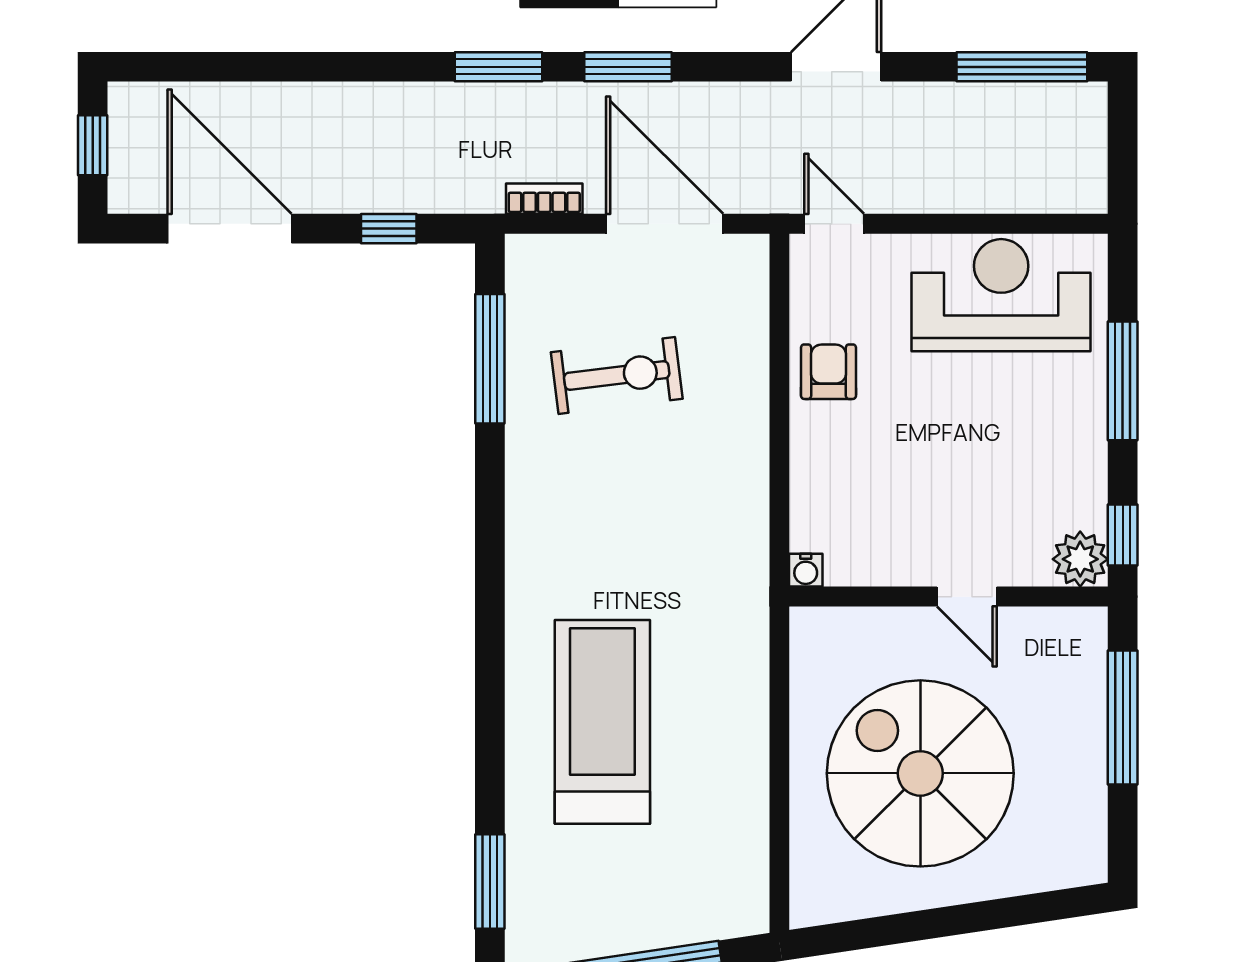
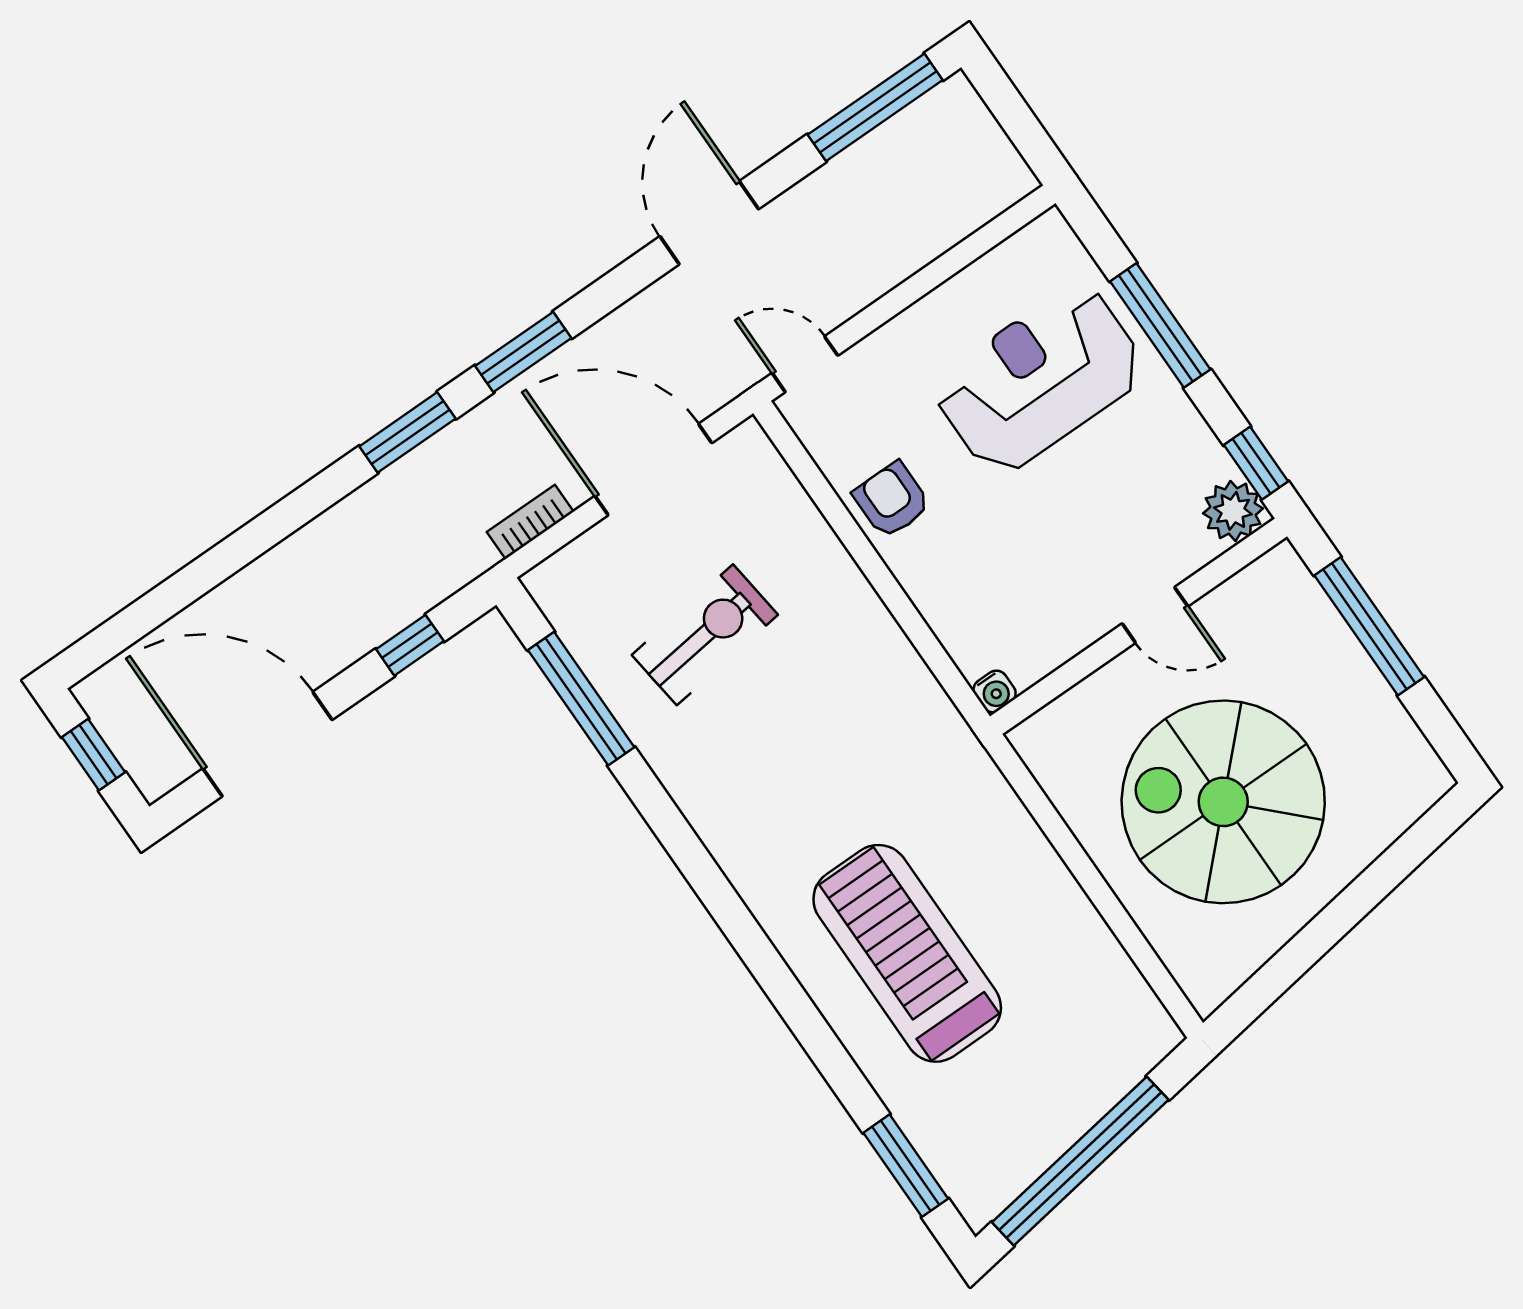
reception desk: (1001, 295) -> (1039, 379), moved

